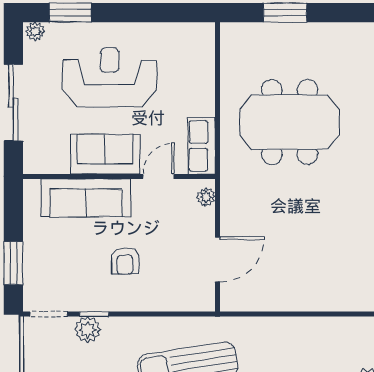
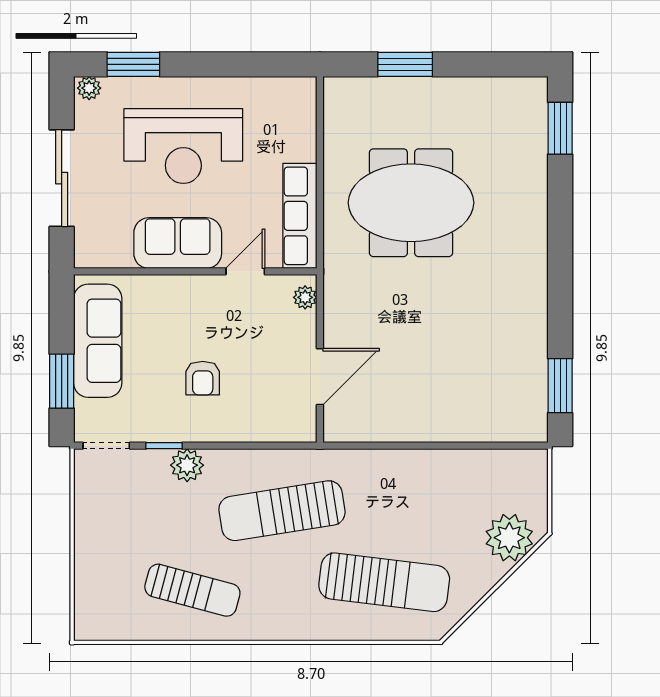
reception desk: (110, 77) -> (183, 146), turned 180
row of seats: (202, 146) -> (300, 216), width x1.48
sofa: (86, 198) -> (98, 341), moved, turned -90
plant: (88, 330) -> (187, 465), moved

